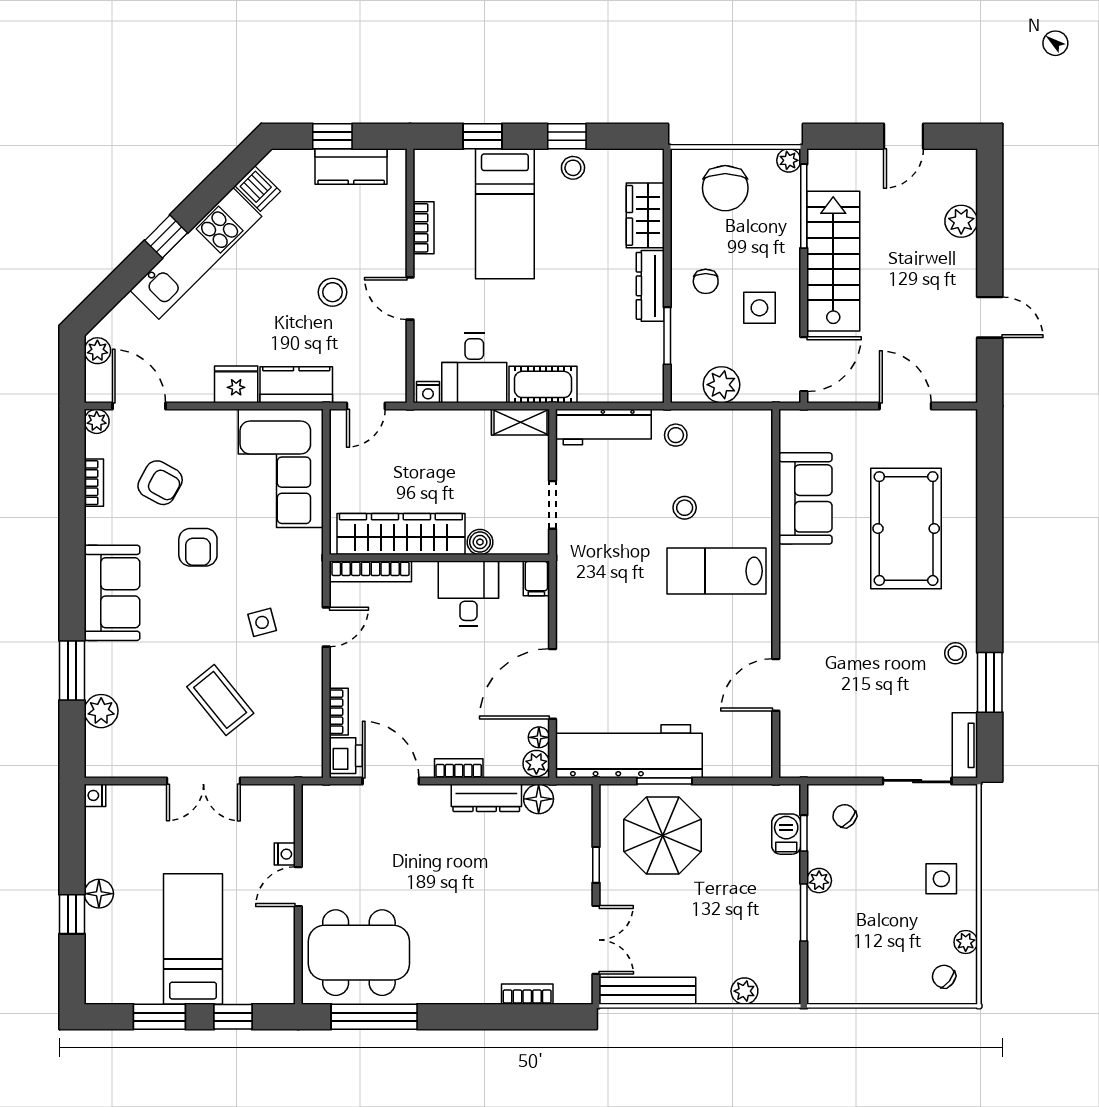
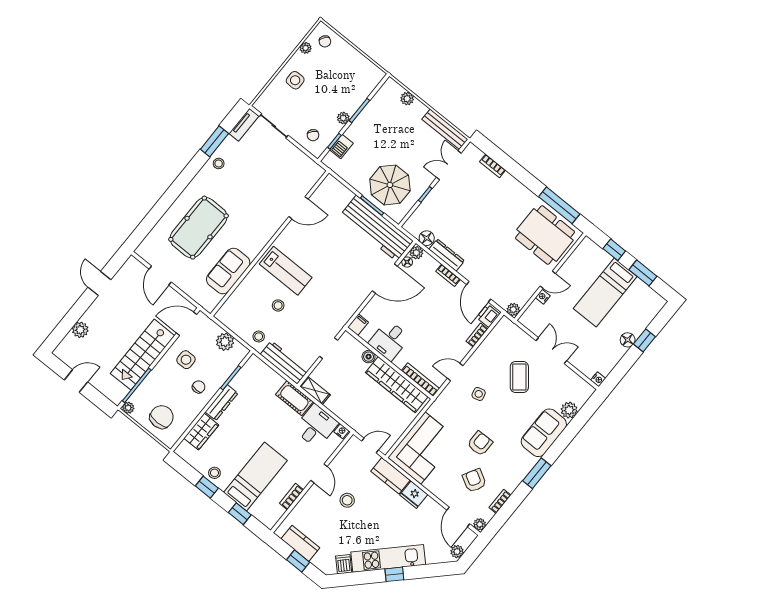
sofa: (112, 593) -> (544, 433), moved
window: (72, 670) -> (537, 473), moved
plant: (314, 797) -> (513, 310), added

